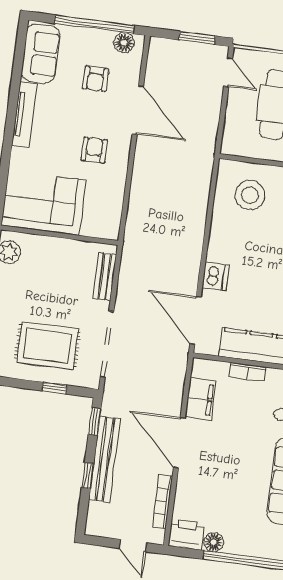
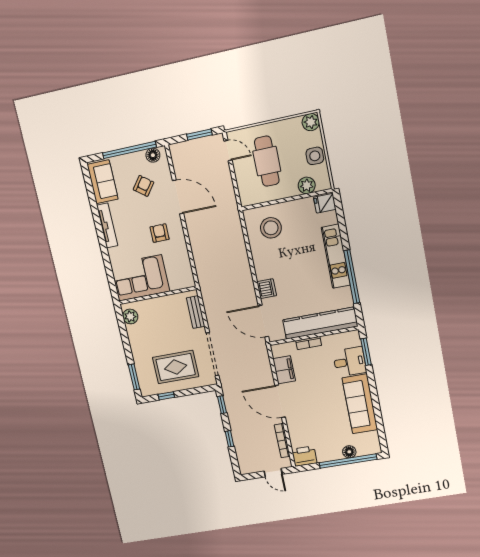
armchair: (96, 79) -> (143, 186), turned -143
window: (55, 388) -> (166, 396), moved
bench: (105, 459) -> (237, 426), removed
floor lamp: (214, 542) -> (349, 452), moved

